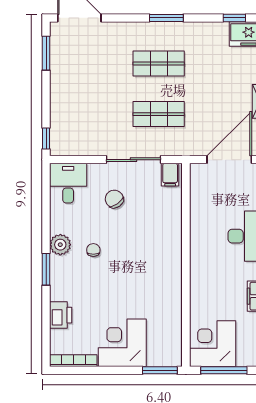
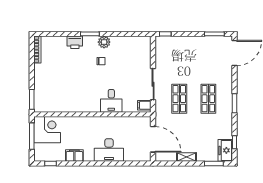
desk: (68, 183) -> (111, 101), moved, turned 90
chair: (114, 199) -> (130, 73), removed
printer: (61, 315) -> (75, 42), moved
corner desk: (122, 343) -> (48, 78), removed

